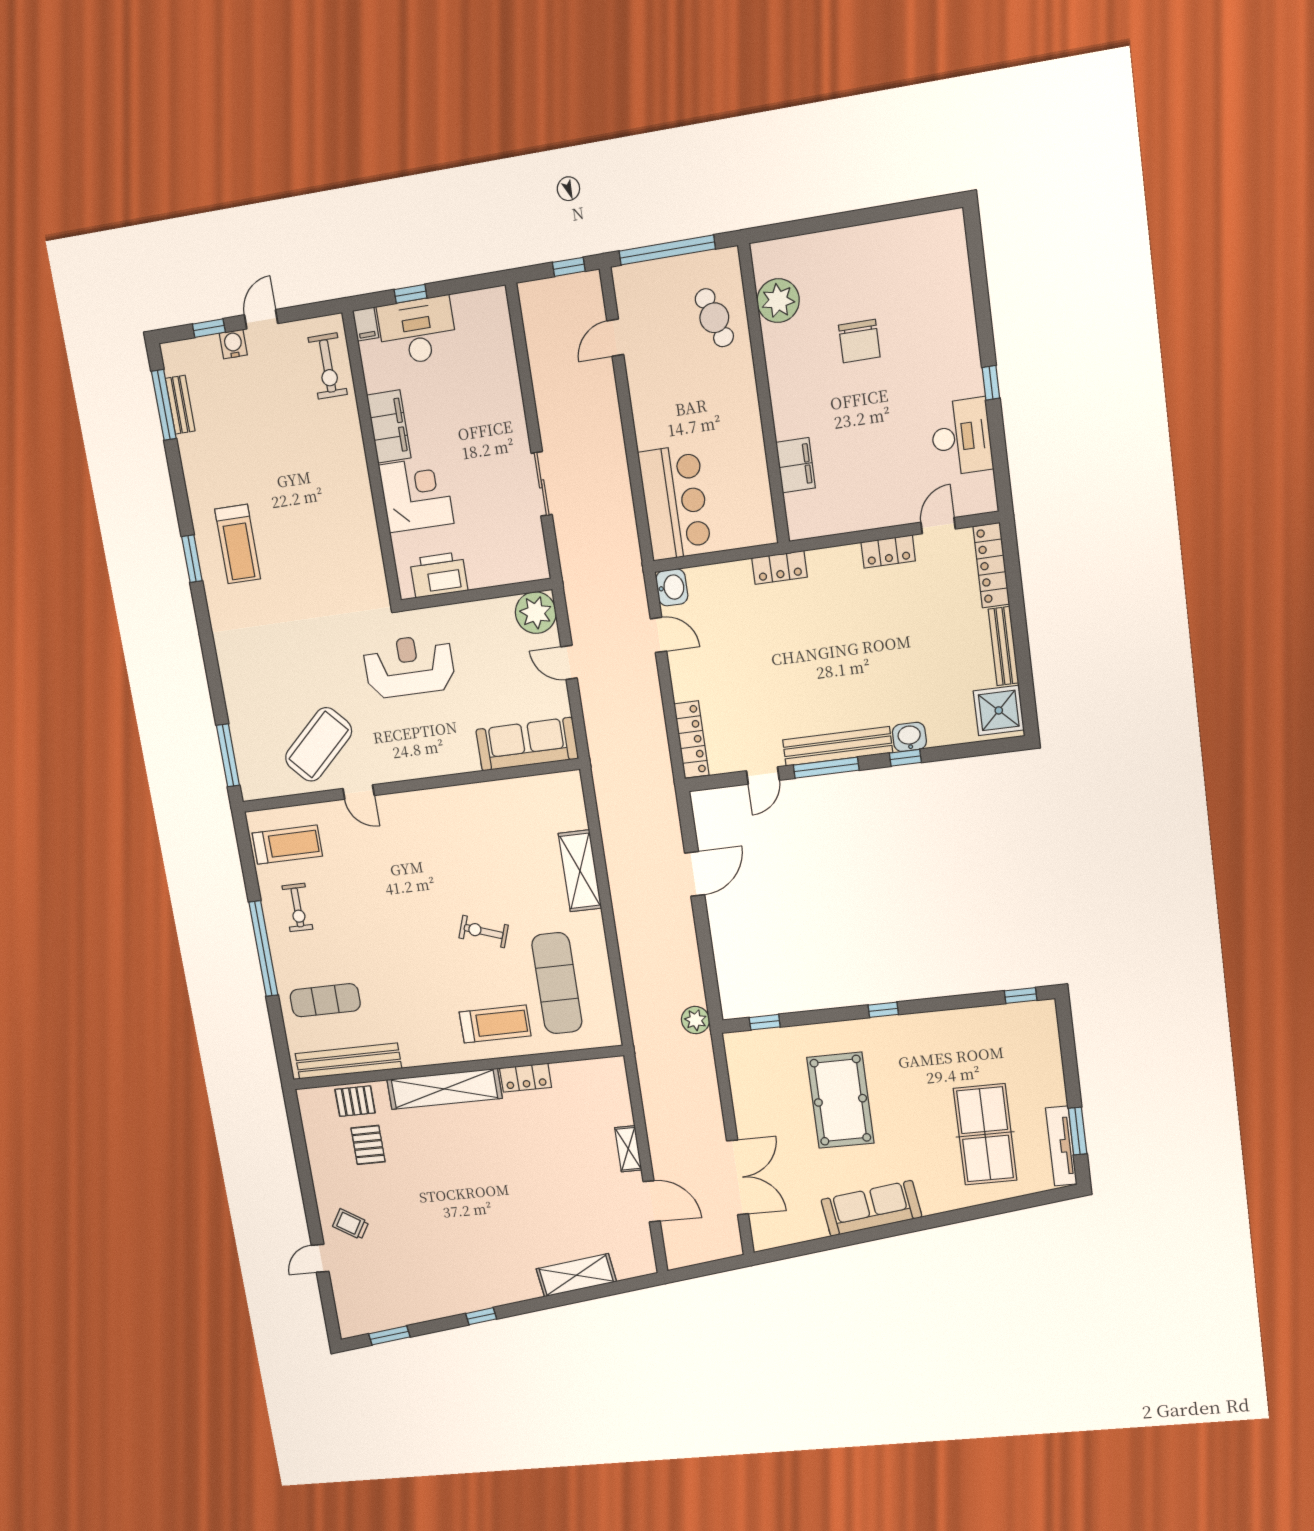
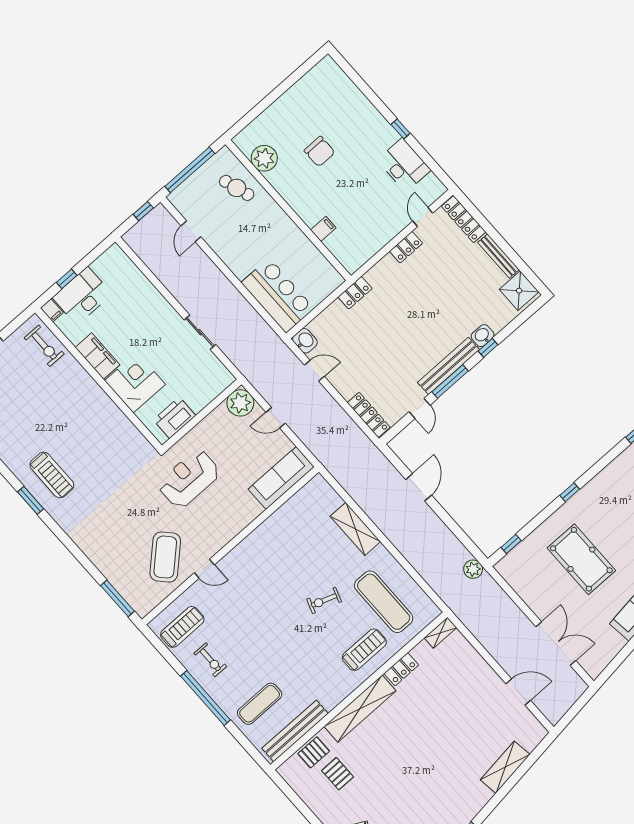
filing cabinet: (796, 465) -> (323, 229), width x0.50
shelving: (628, 1149) -> (440, 633), moved, turned 90

